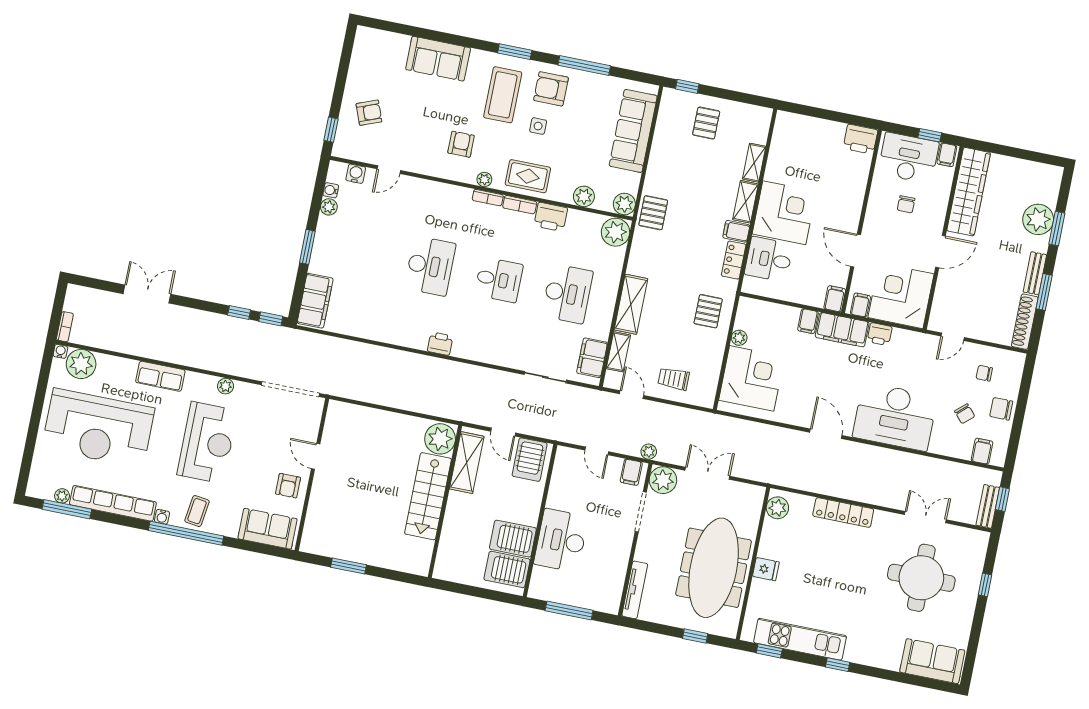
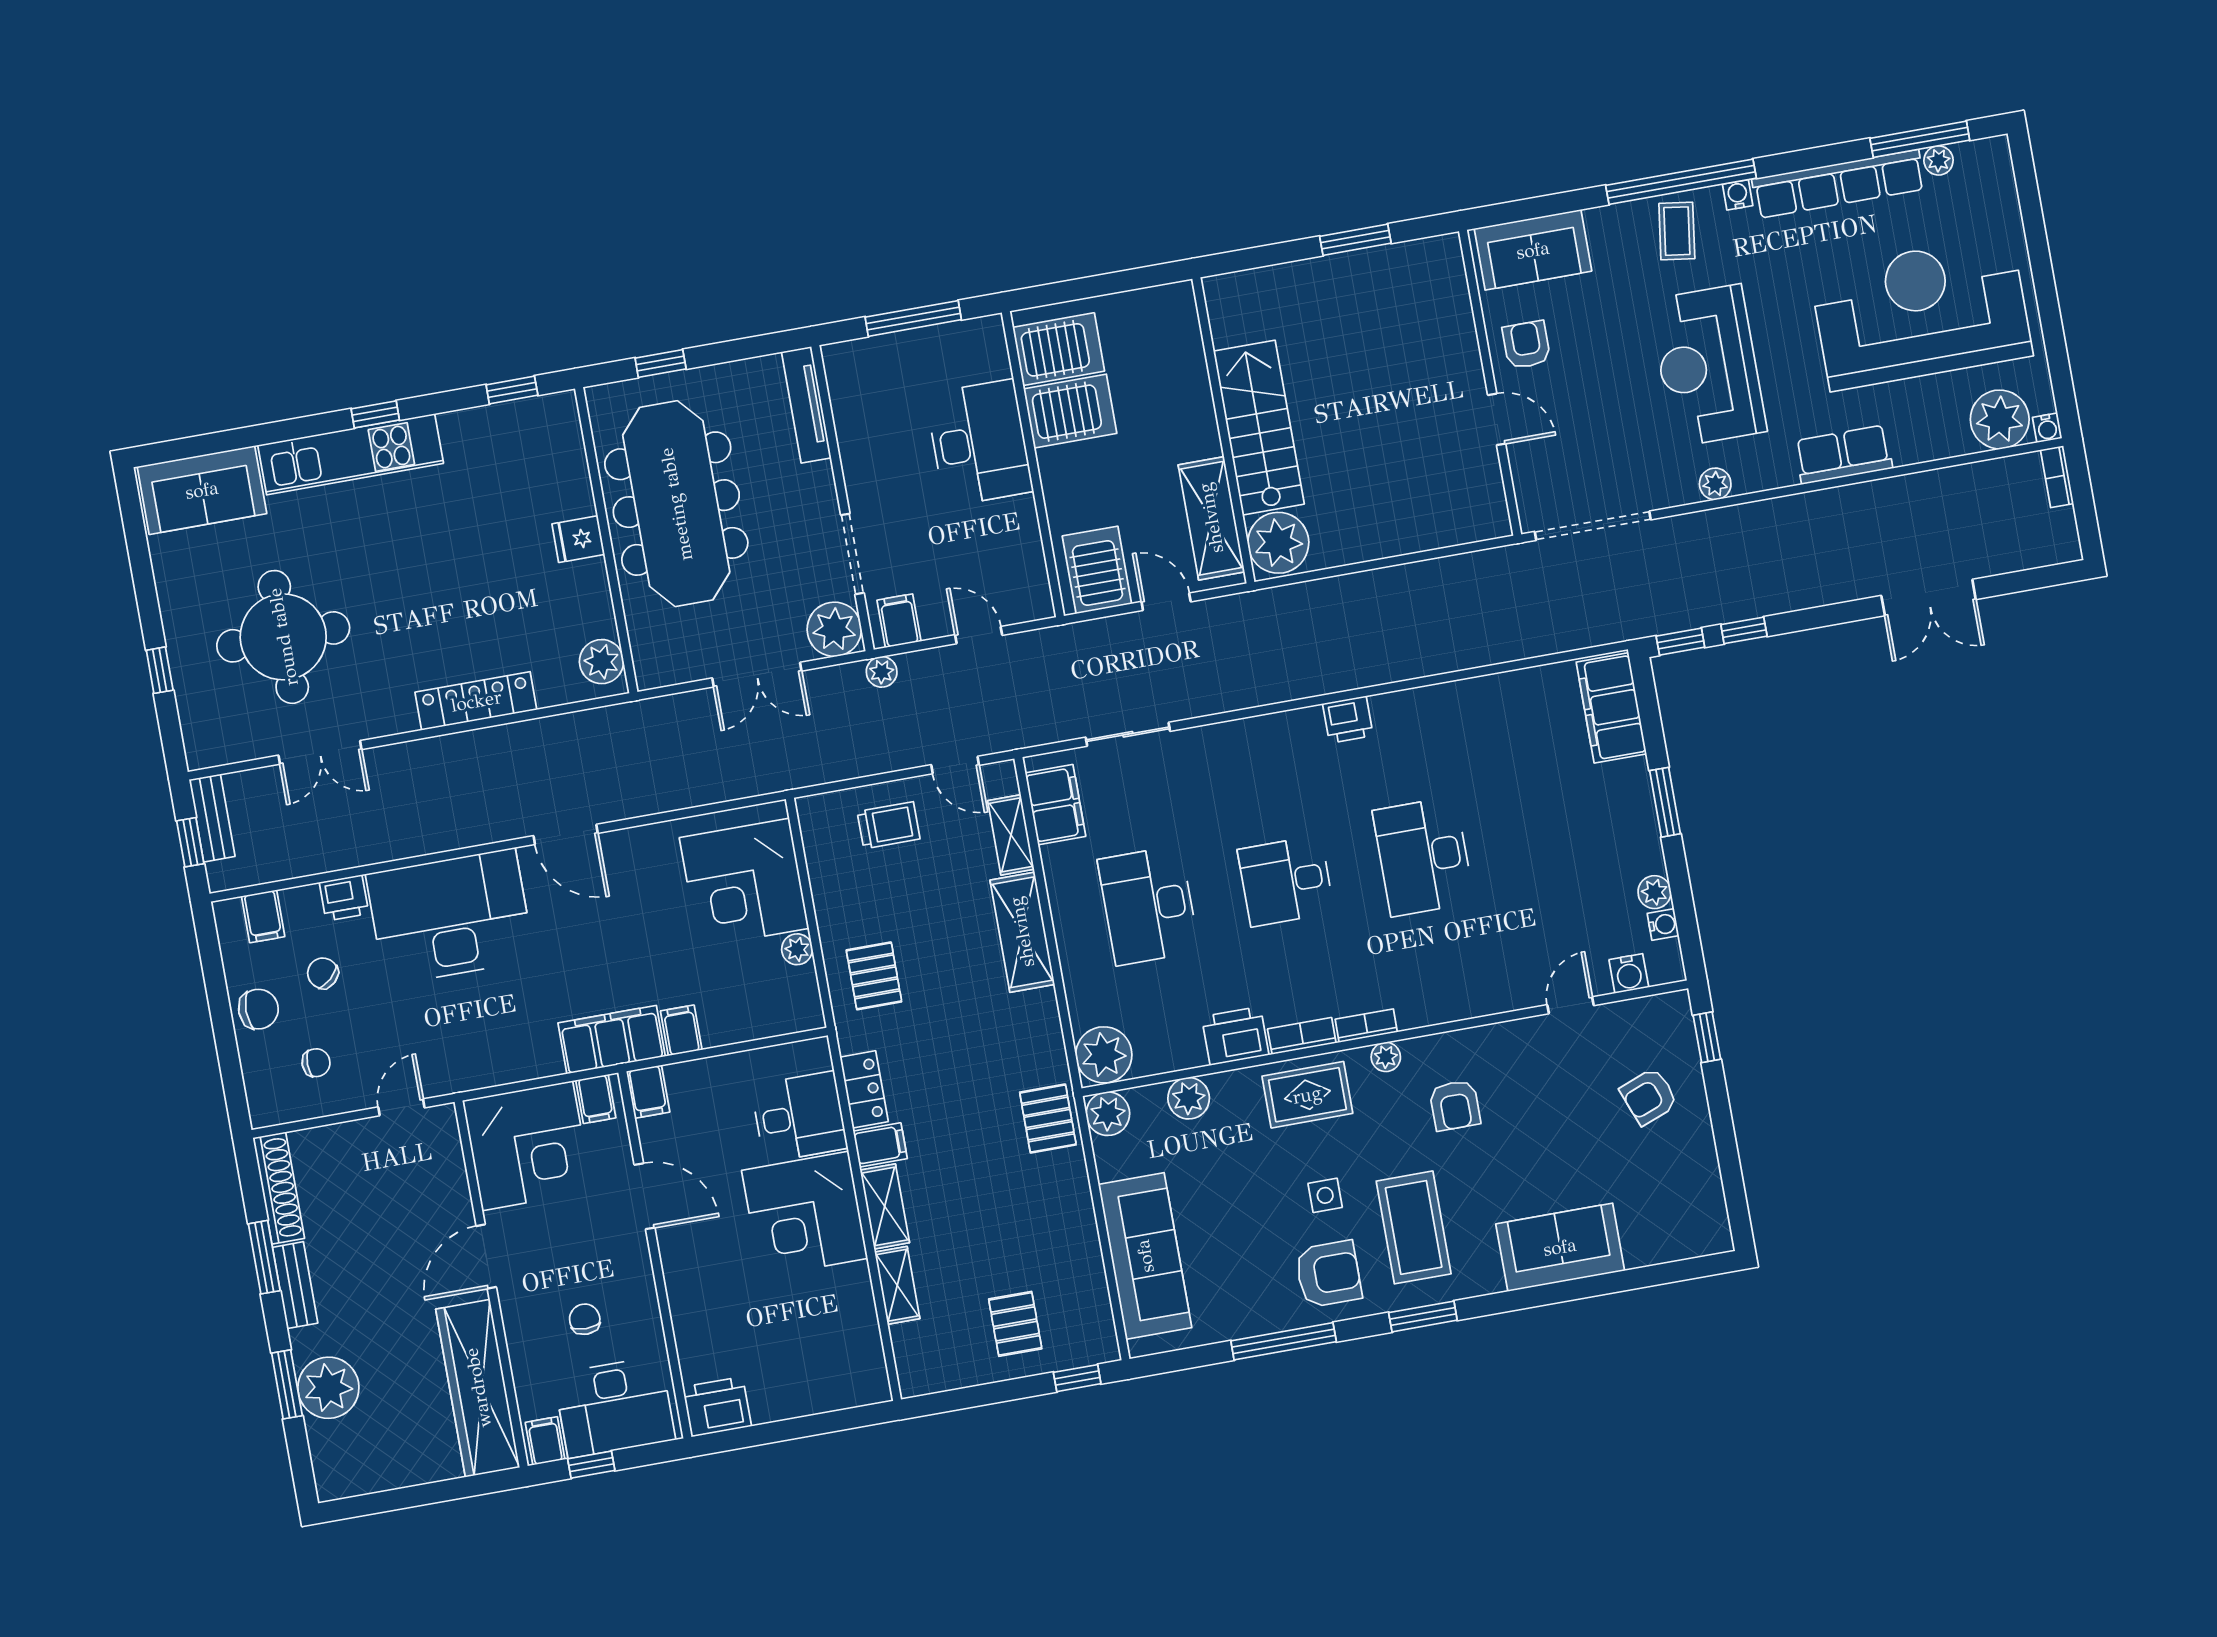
printer: (880, 334) -> (344, 898), moved, turned 180
kitchen unit: (800, 639) -> (351, 454), moved

